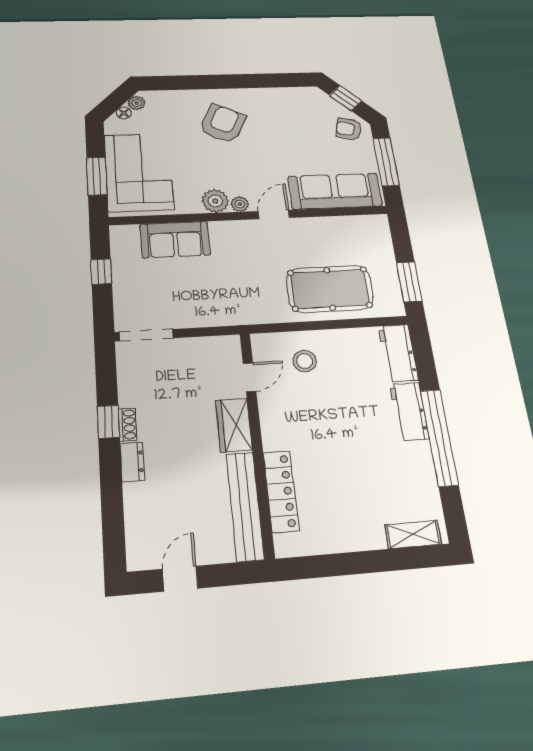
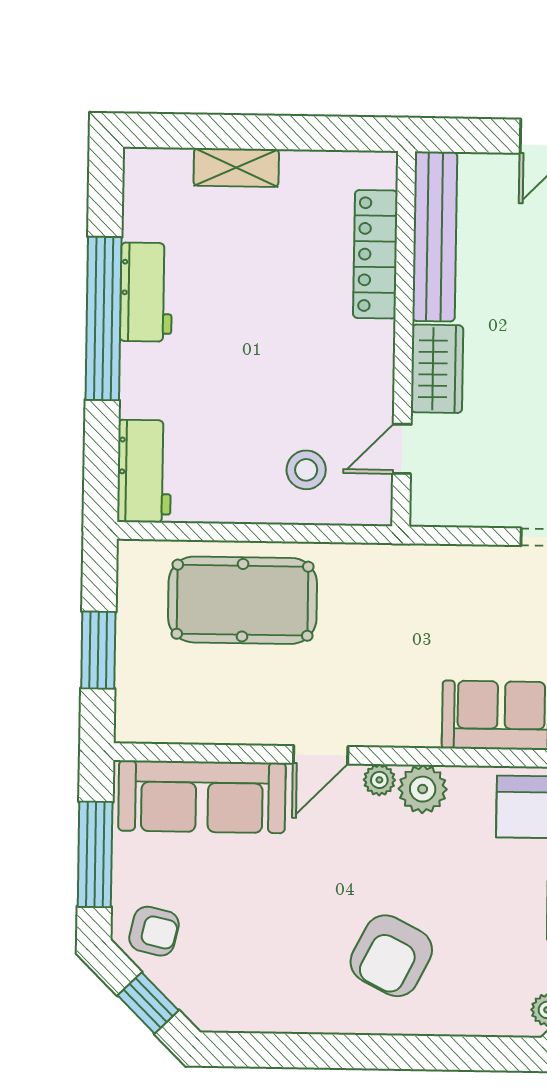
window: (409, 282) -> (98, 650), moved
workbench: (409, 411) -> (146, 292), moved
shelving: (413, 534) -> (236, 167), moved

